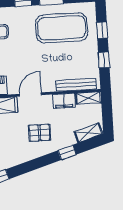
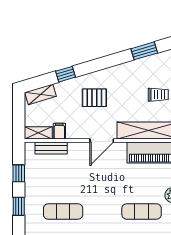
exercise mat: (62, 28) -> (63, 211), width x0.50, depth x0.69
bench: (76, 85) -> (51, 148), width x0.73
filing cabinet: (64, 101) -> (59, 131), width x0.50

